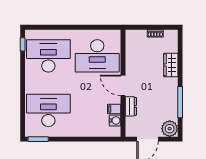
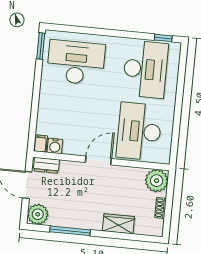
plant: (134, 39) -> (157, 181), added
dresser: (131, 106) -> (46, 165), moved
filing cabinet: (114, 109) -> (40, 143), moved
desk: (48, 110) -> (76, 62), turned -90

